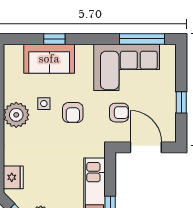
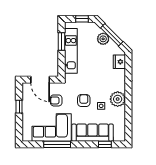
window: (54, 39) -> (105, 144), moved
window: (142, 39) -> (57, 144), moved
sofa: (49, 59) -> (93, 133), width x1.36

